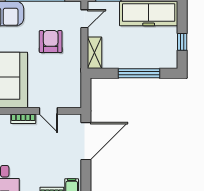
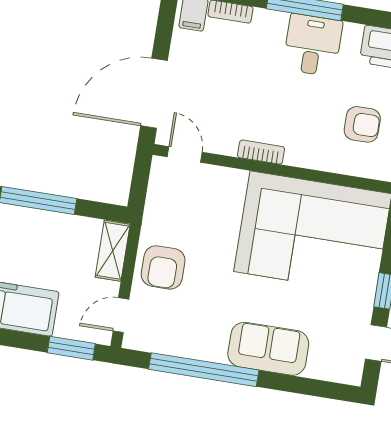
armchair: (51, 42) -> (163, 267), moved
door: (48, 111) -> (185, 154), moved

